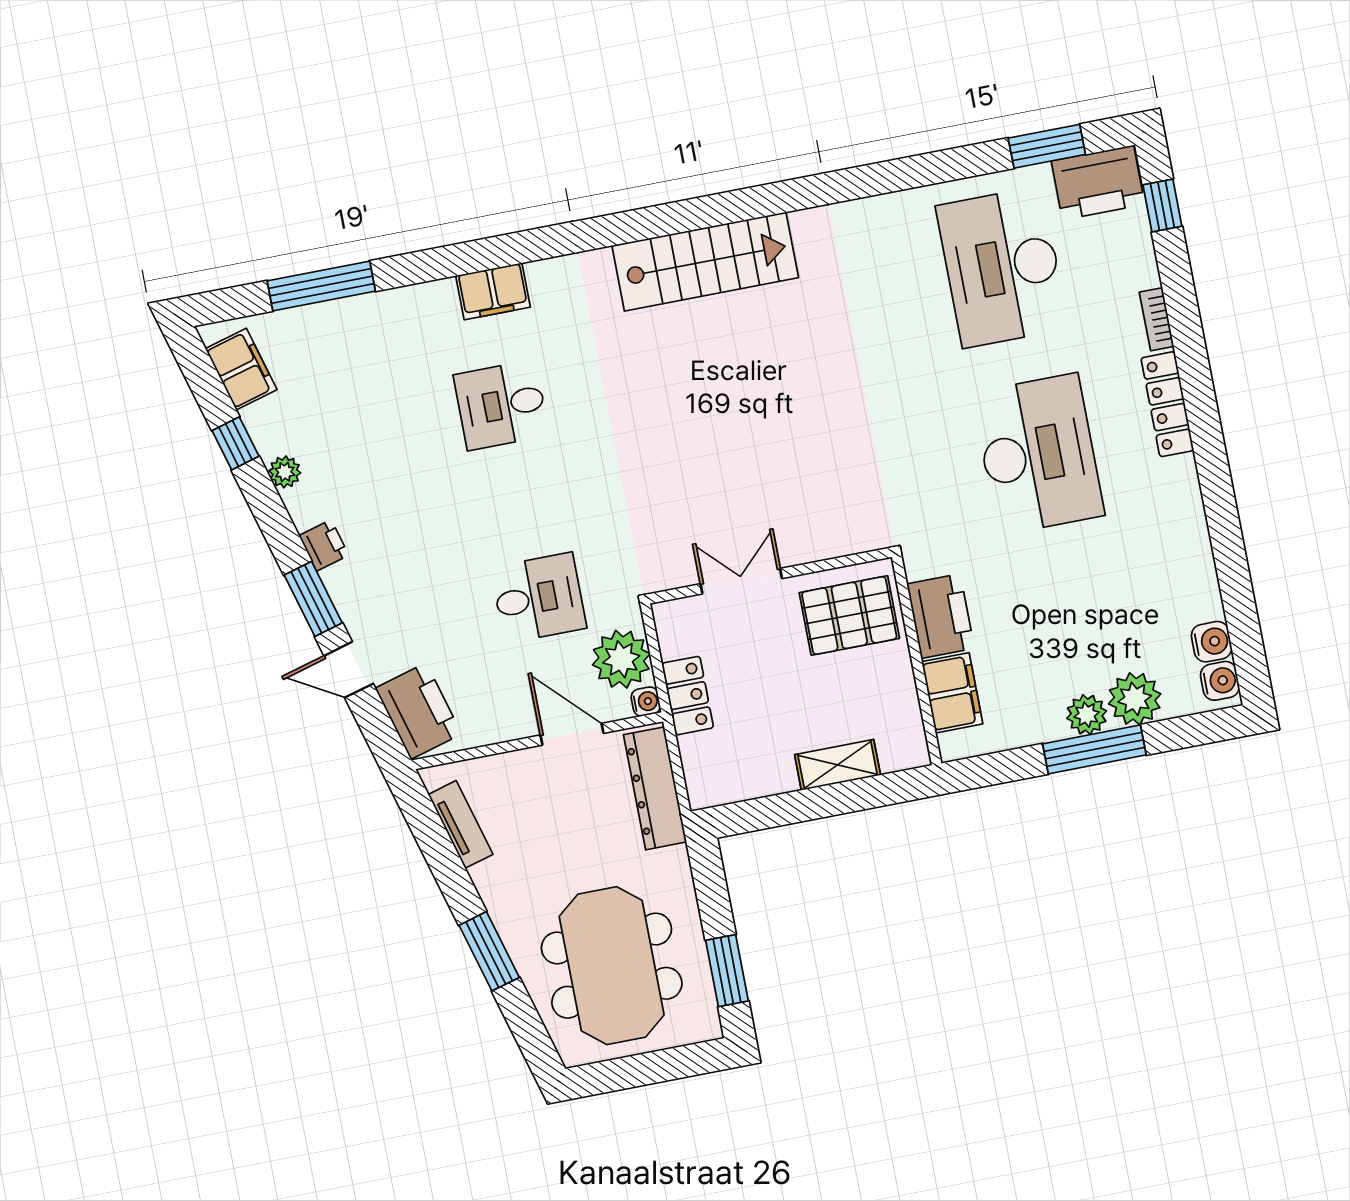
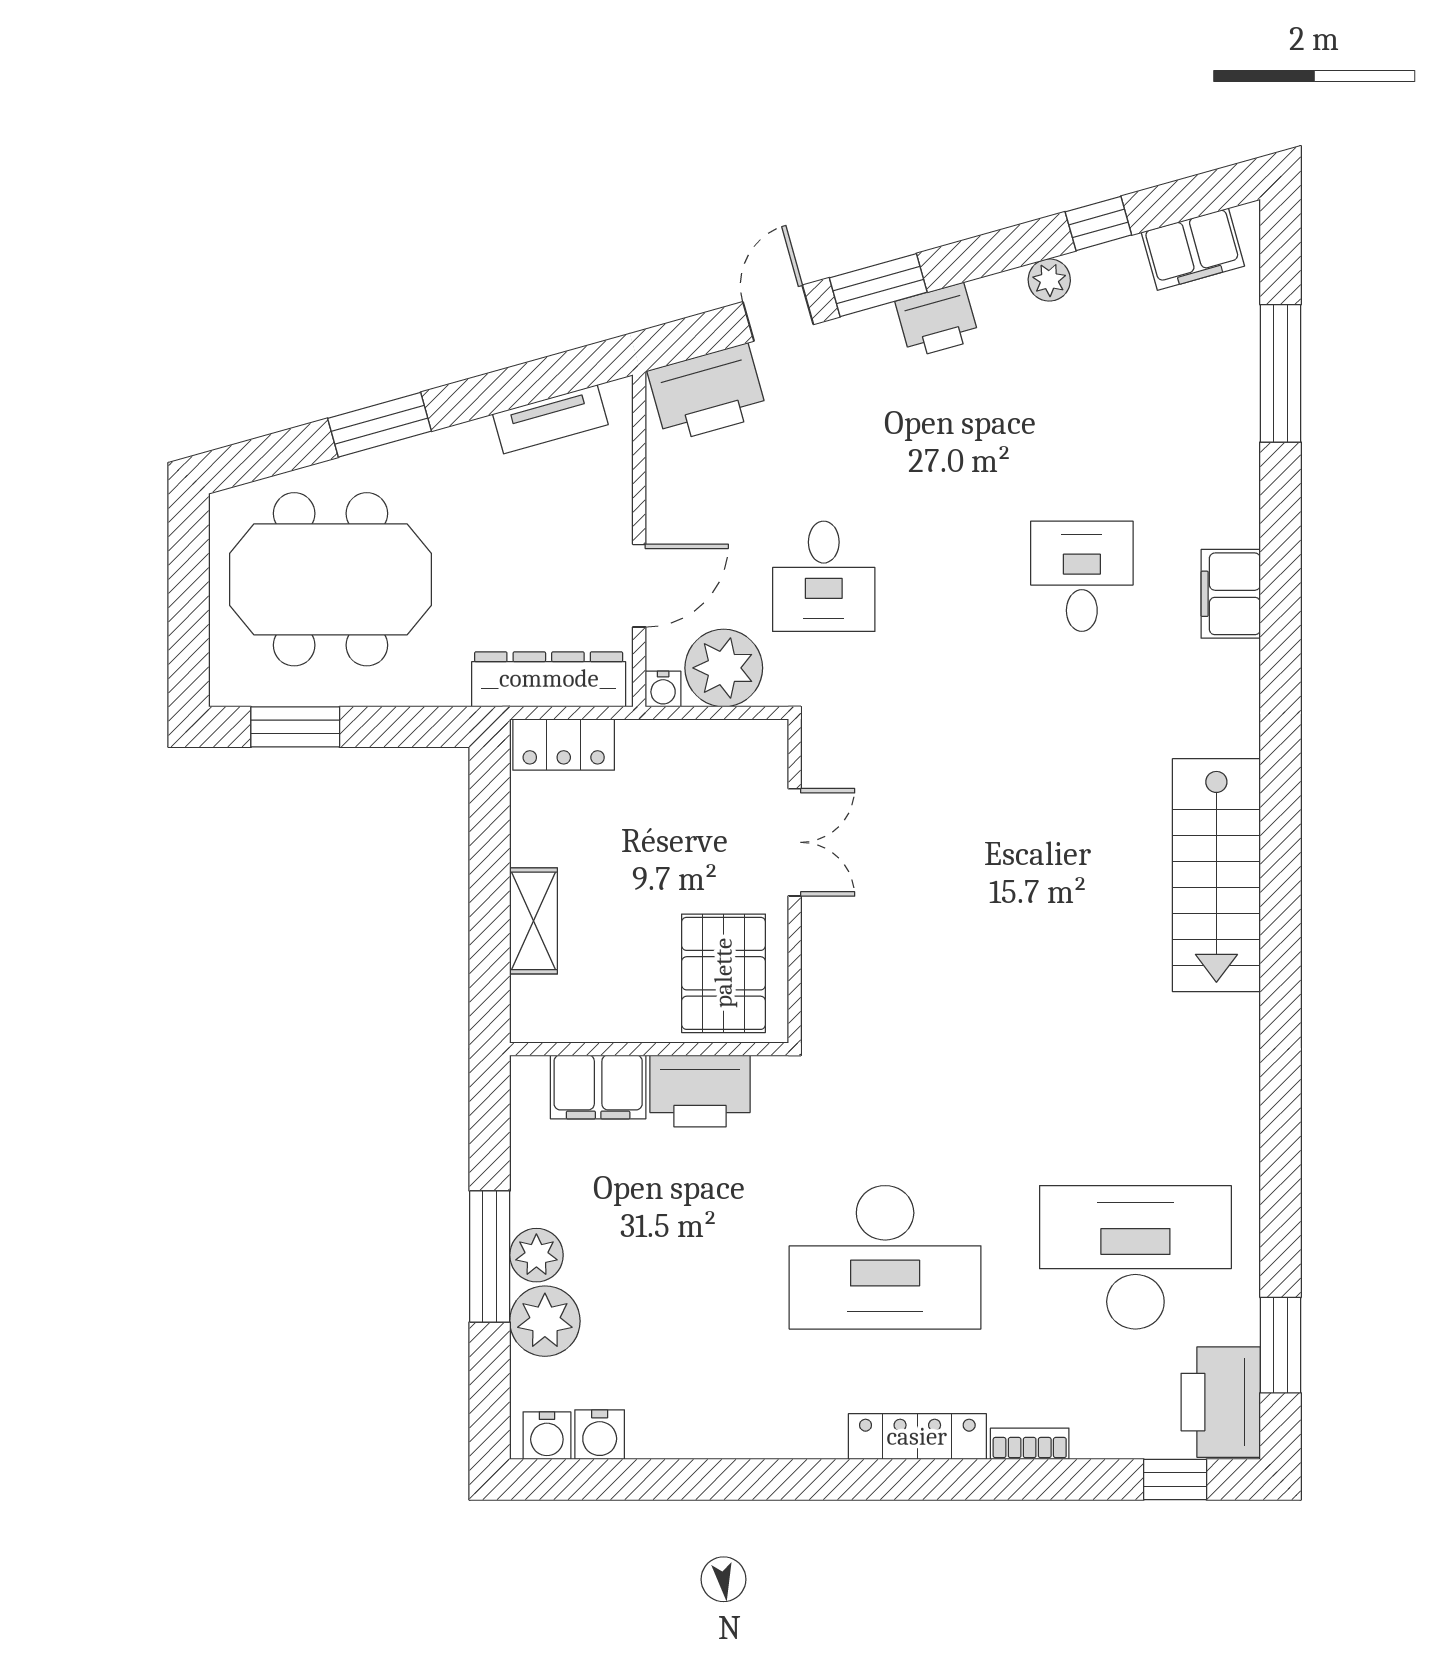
printer: (324, 545) -> (937, 320), width x1.36, depth x1.24
locker: (688, 696) -> (564, 745), moved

